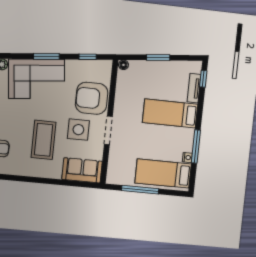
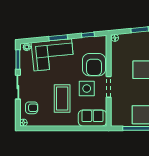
armchair: (92, 98) -> (94, 65), turned -90

